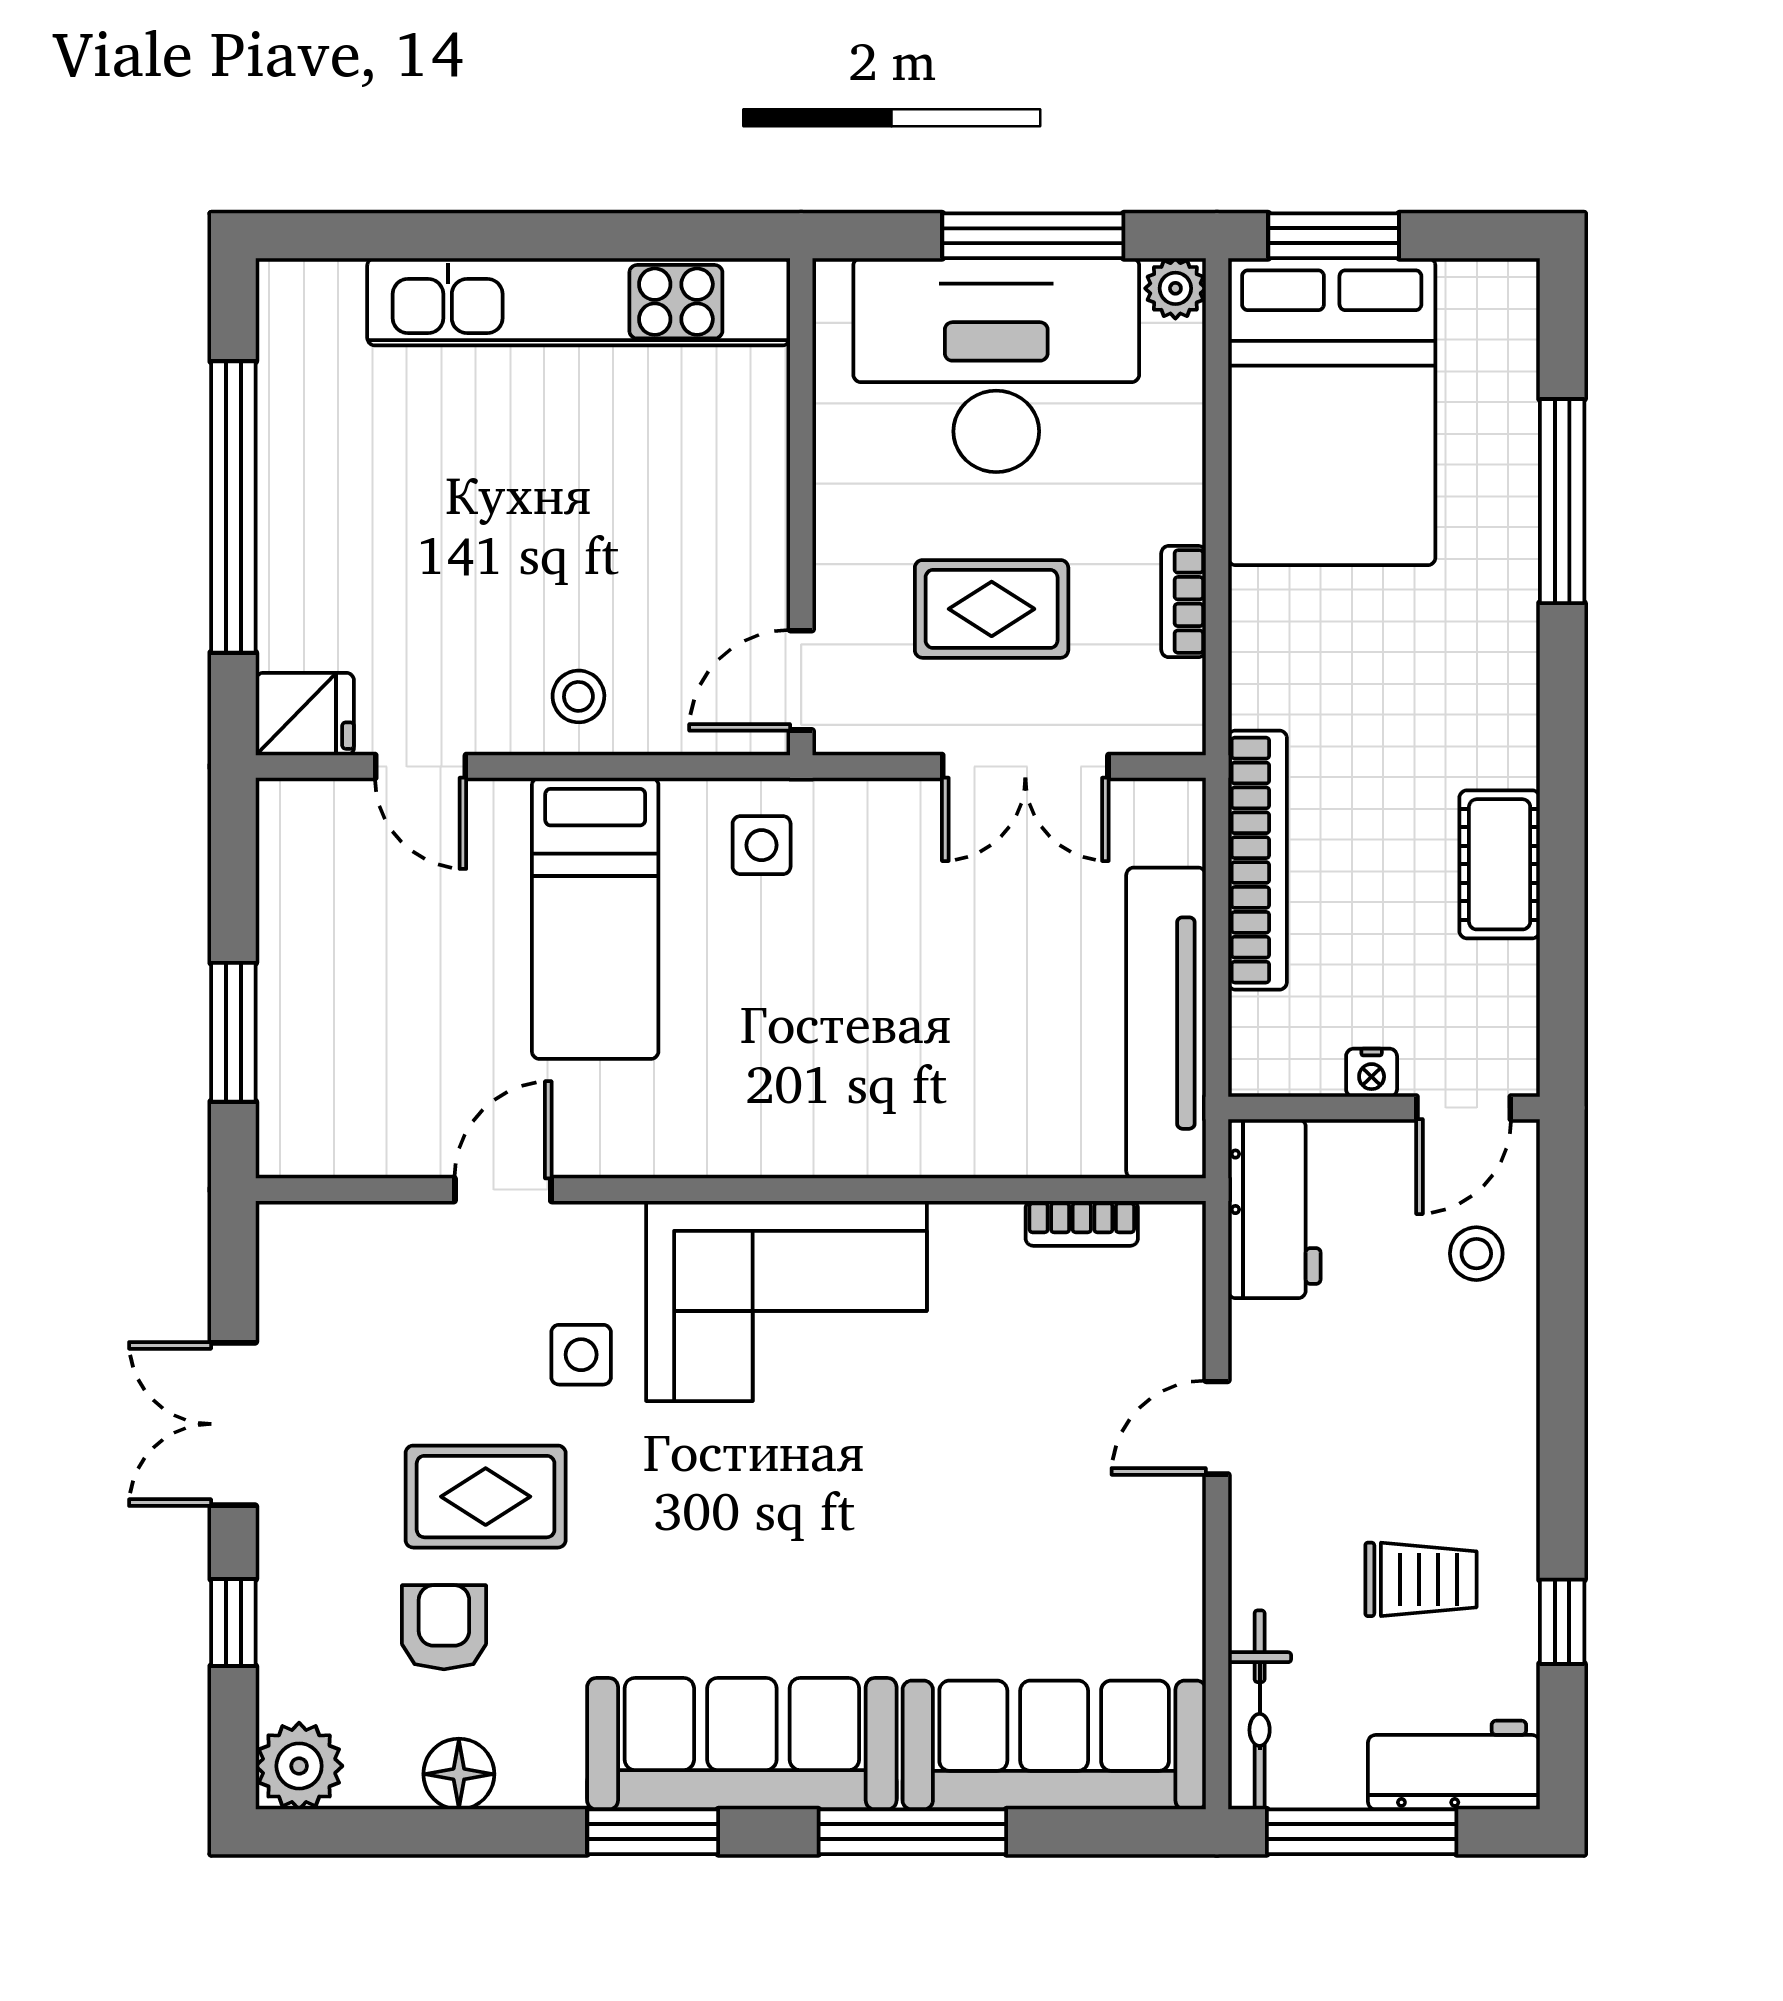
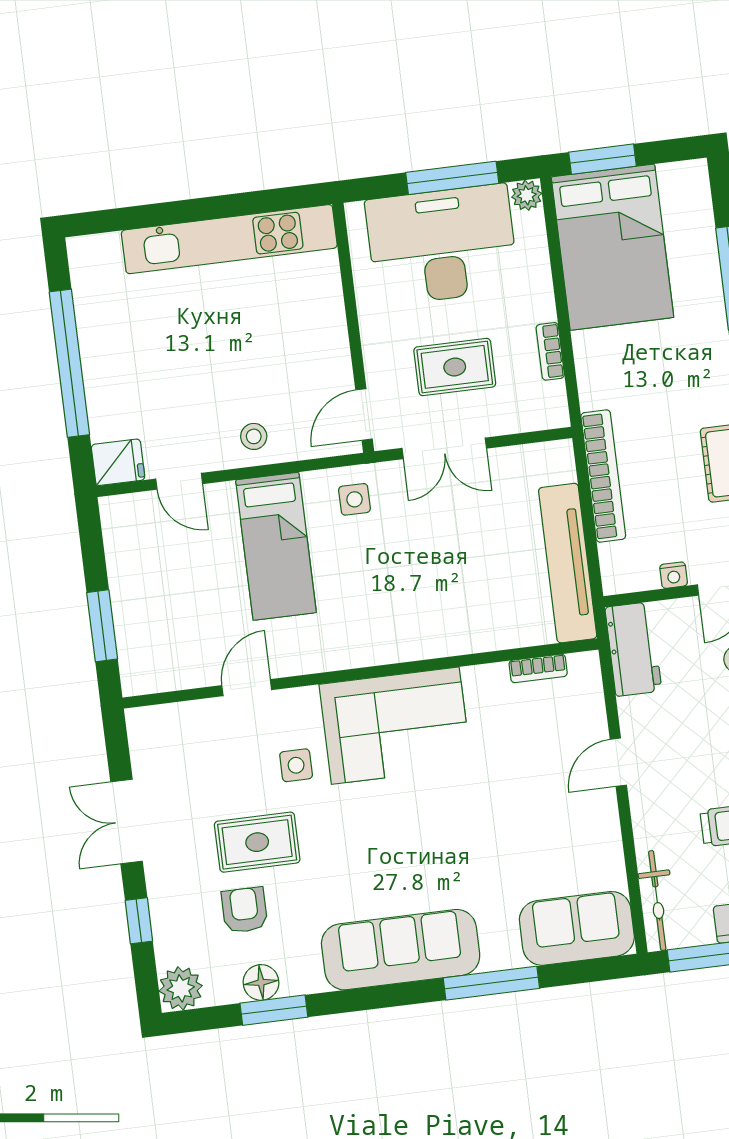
double door: (1025, 767) -> (444, 448), moved
sofa: (1054, 1745) -> (577, 928), width x0.73
window: (653, 1832) -> (274, 1010), moved

